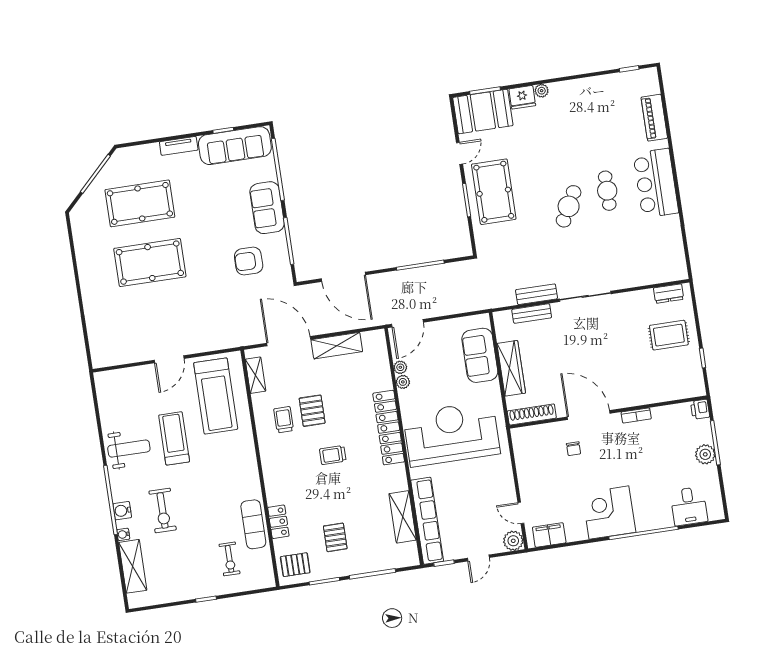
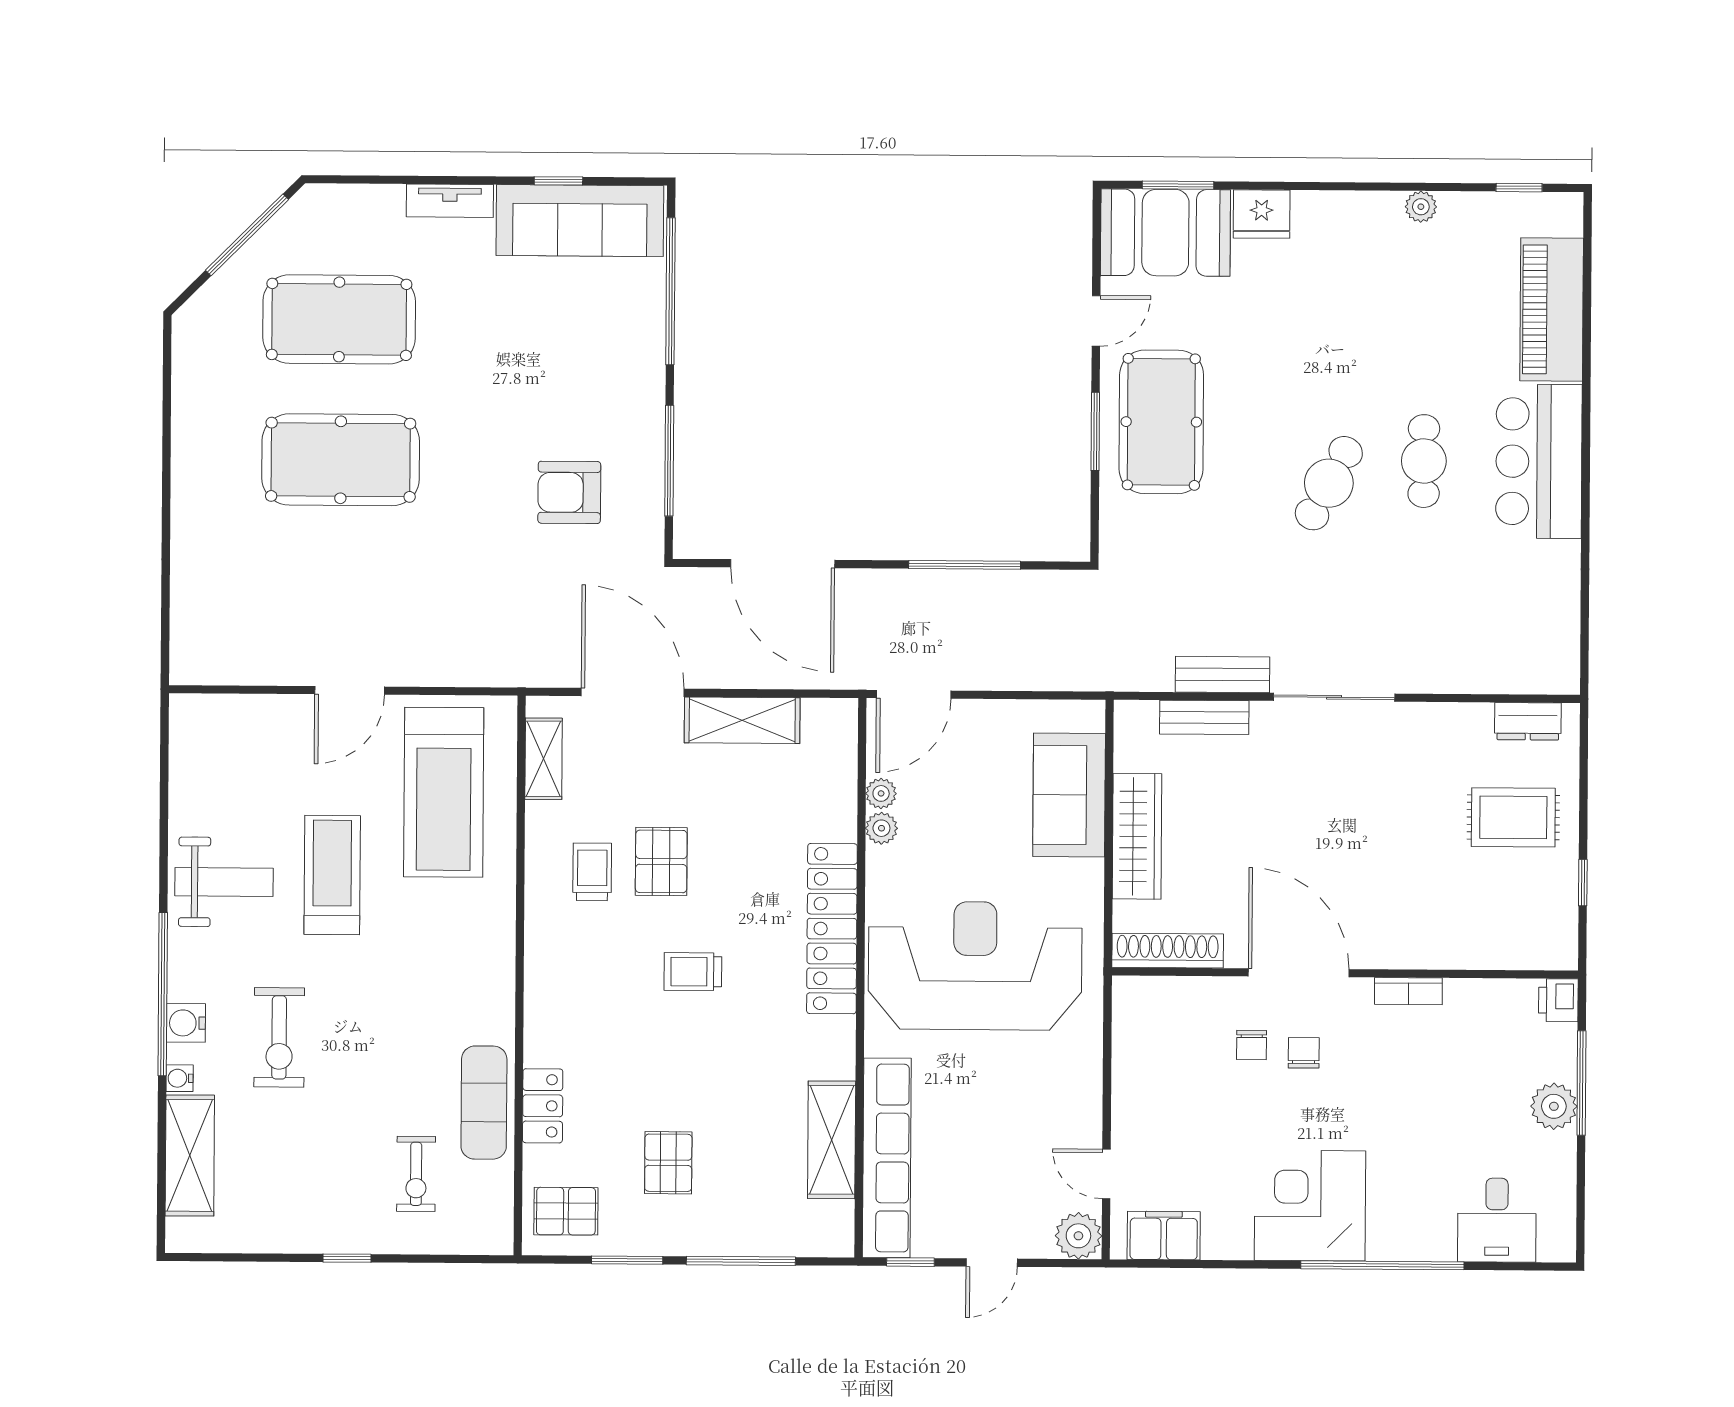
plant: (542, 91) -> (1421, 207), moved
piano: (654, 118) -> (1552, 309), width x1.37, depth x1.33
sofa: (267, 208) -> (631, 376), removed
chair: (596, 449) -> (1304, 1053), added

